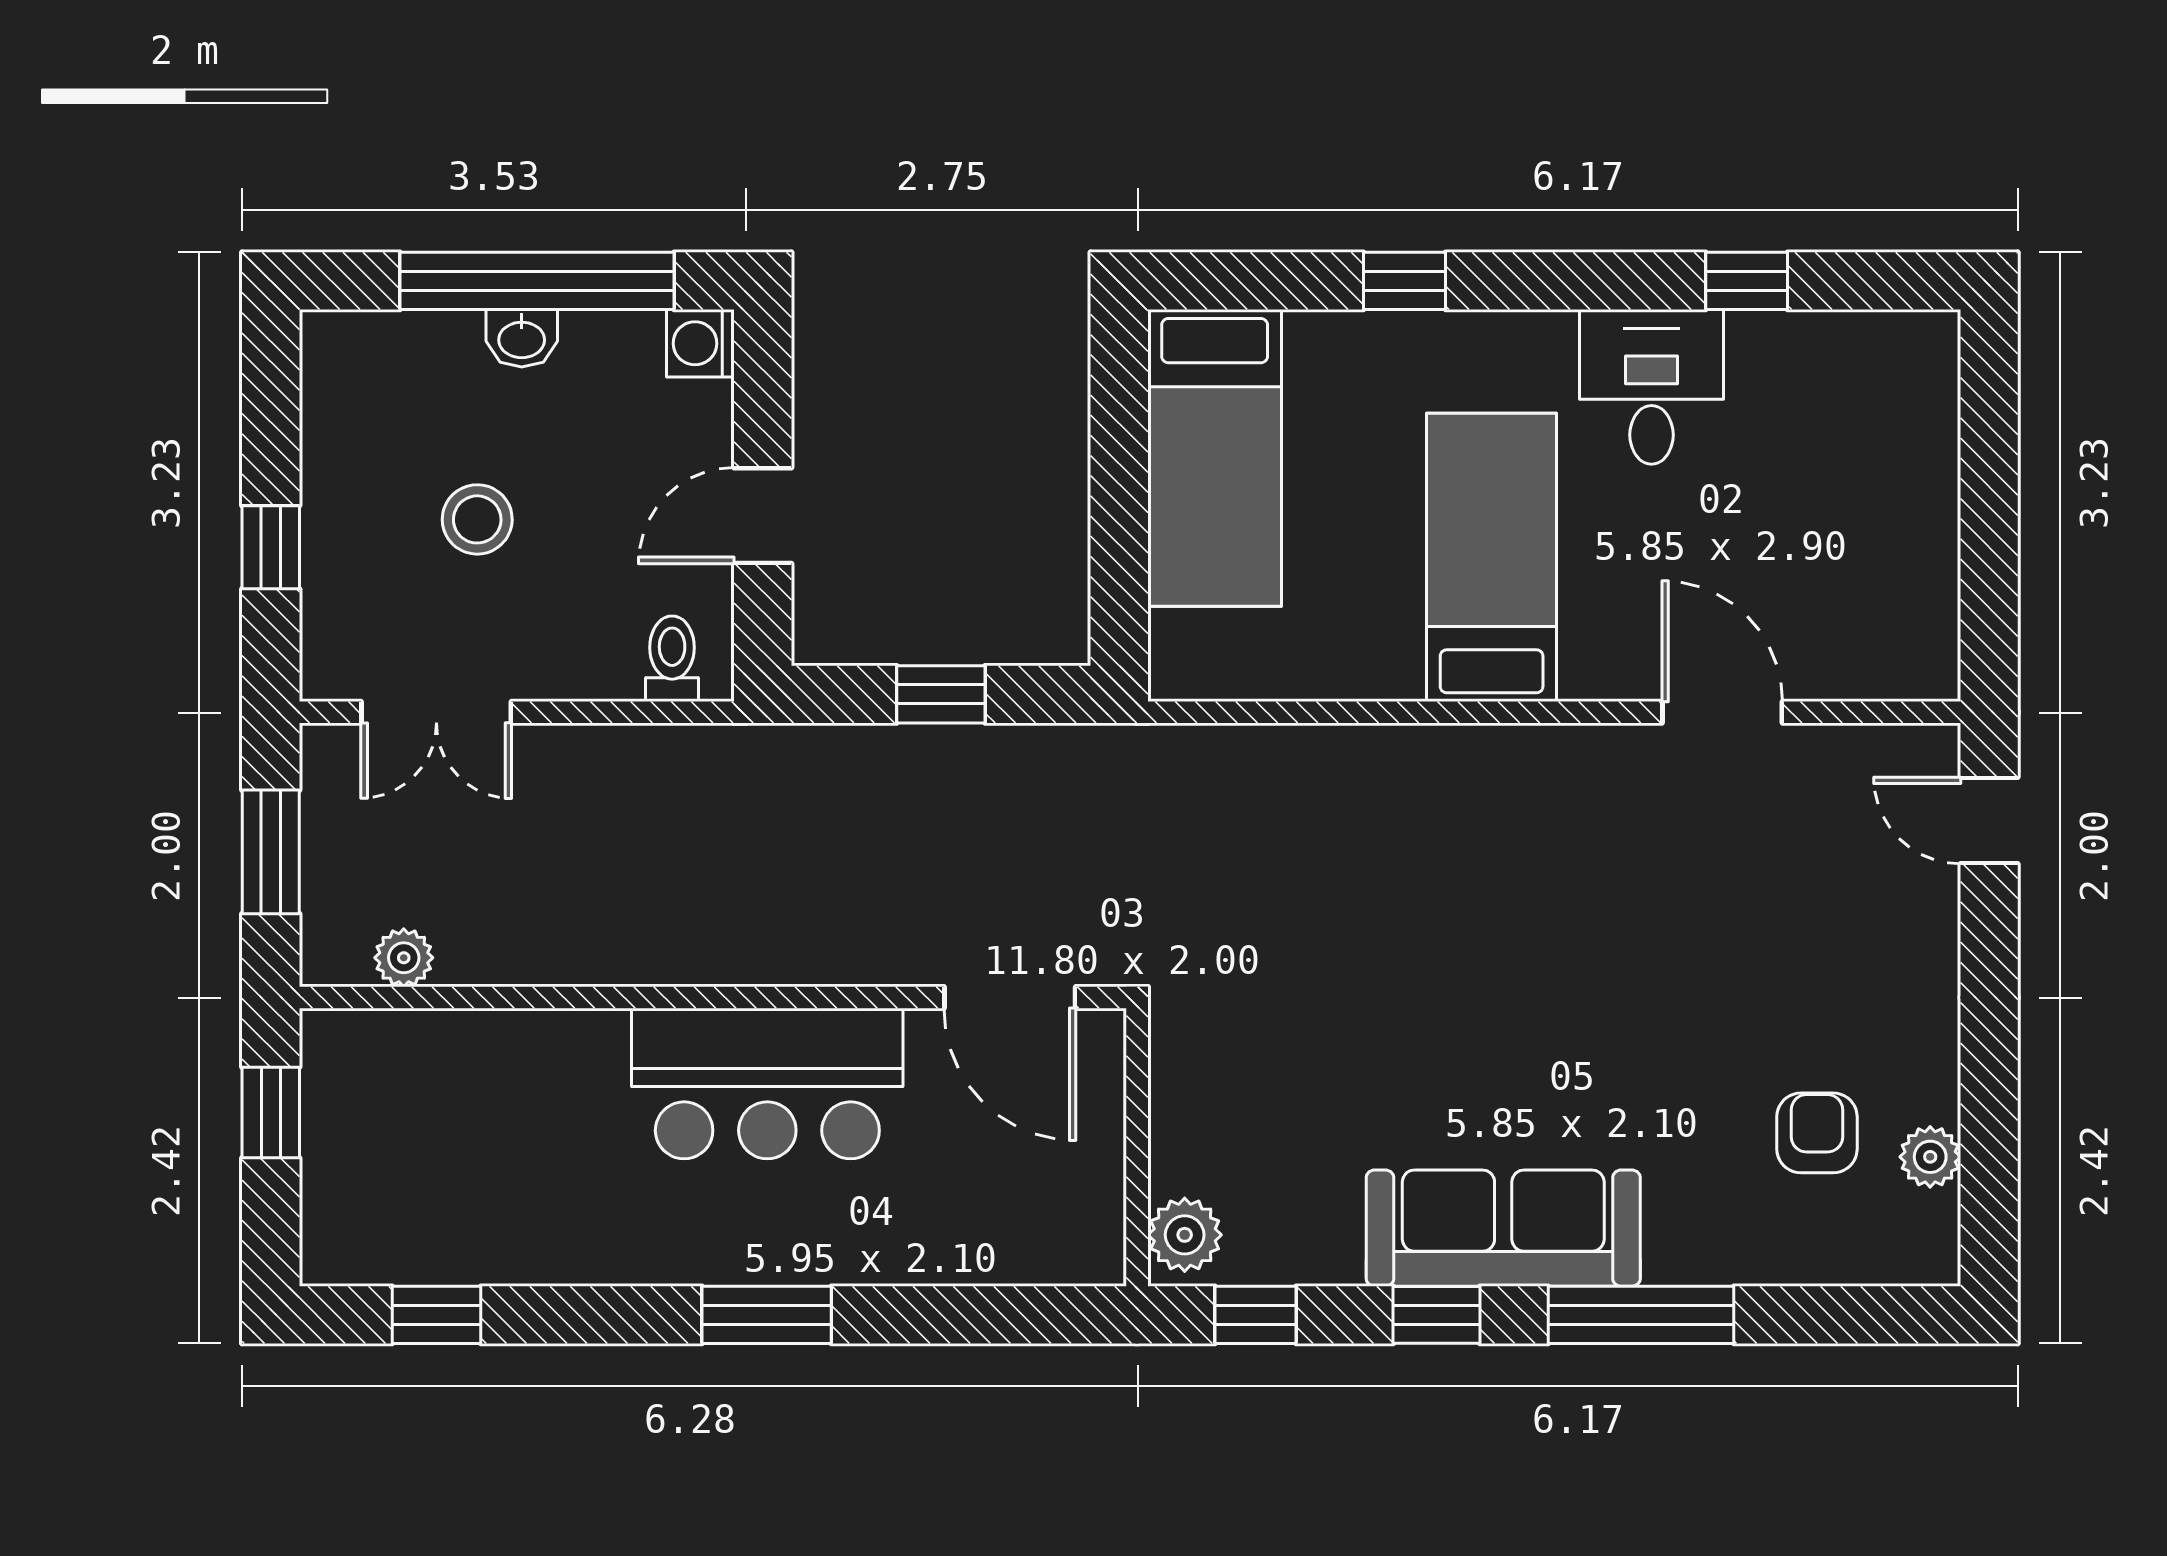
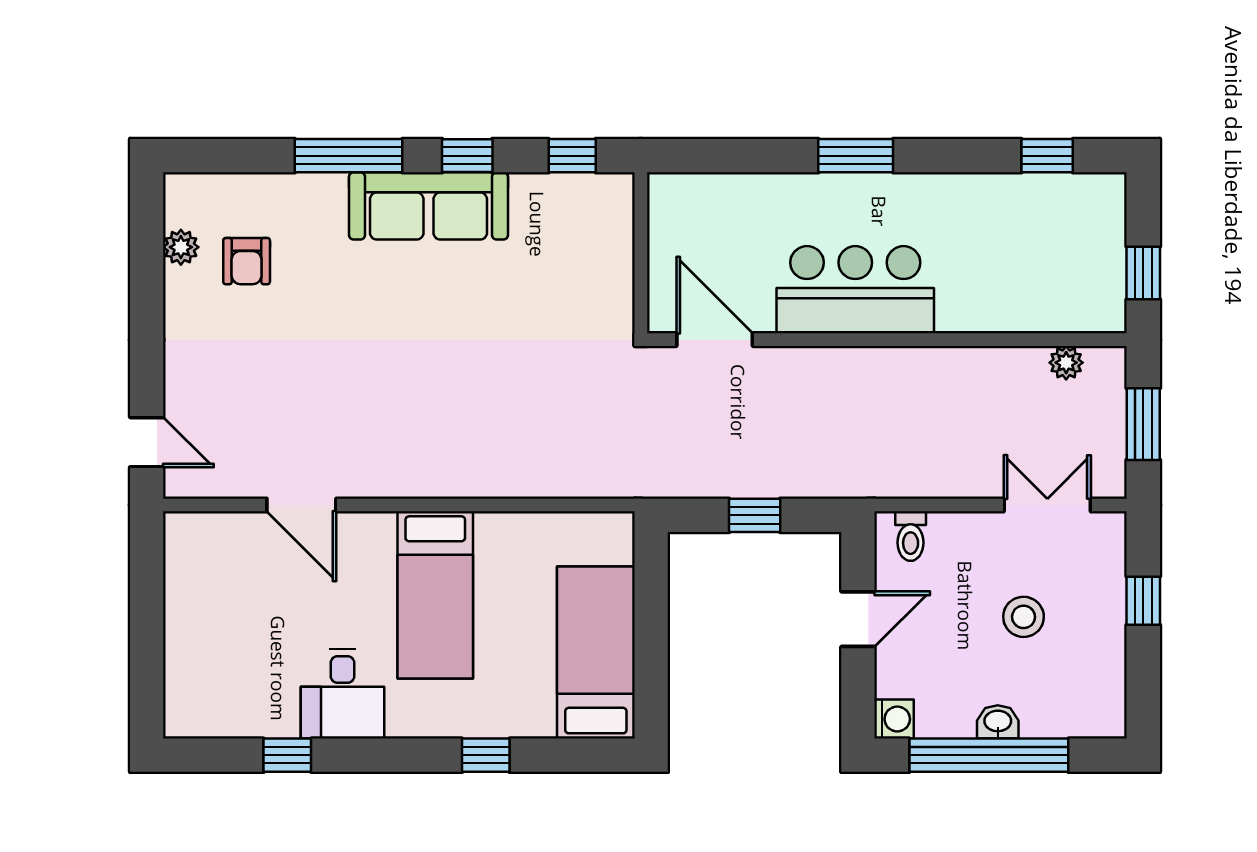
plant: (1185, 1235) -> (613, 202), removed

